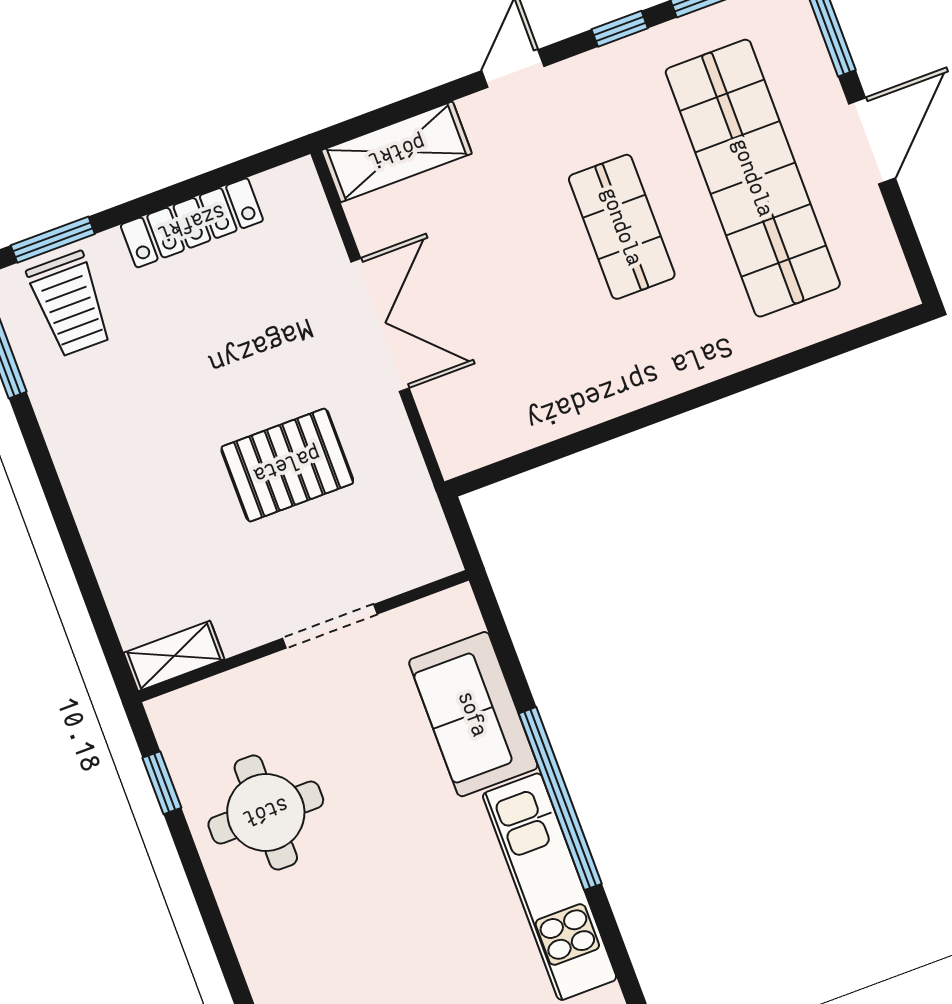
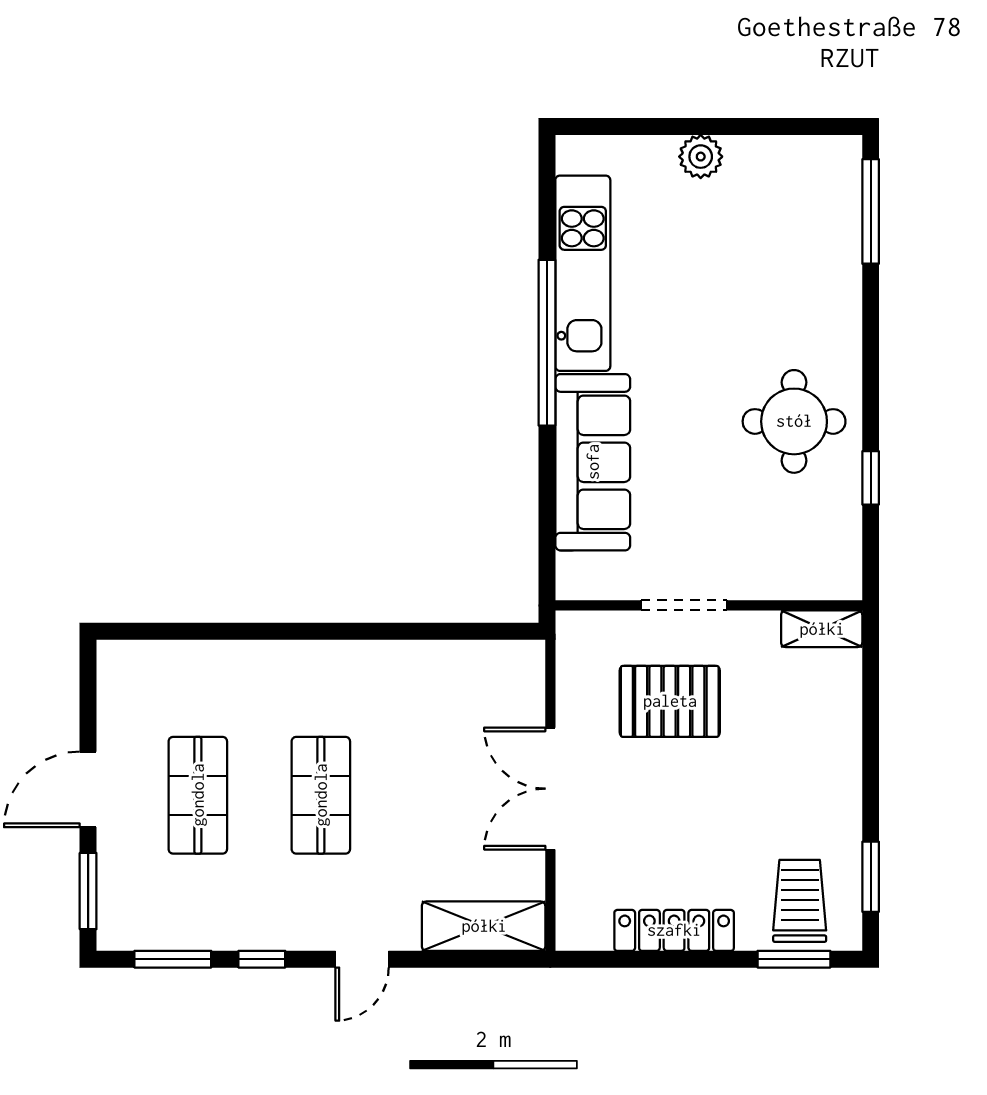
shop shelf: (753, 178) -> (198, 795), width x0.50, depth x0.74
doorway: (330, 626) -> (684, 605), moved
wall: (304, 636) -> (709, 605), moved
shelving: (174, 656) -> (822, 629), moved
sofa: (473, 714) -> (593, 462), width x1.36

